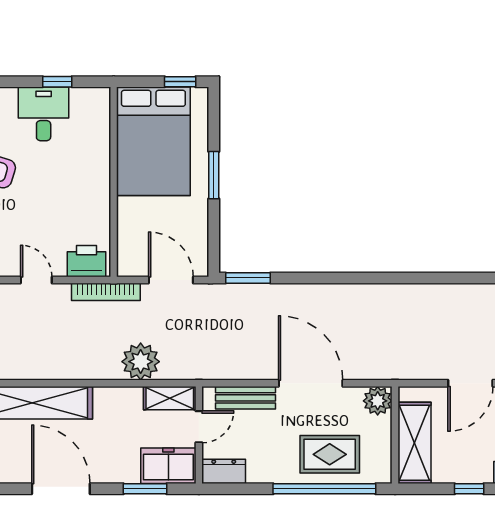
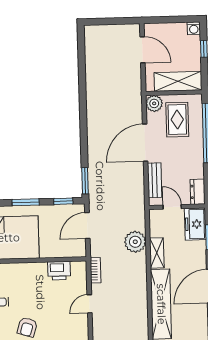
window: (214, 240) -> (63, 201), added
printer: (87, 261) -> (59, 271), moved, turned -90
bookcase: (106, 292) -> (95, 270), width x0.64
shelving: (170, 398) -> (157, 253), moved
rug: (330, 454) -> (177, 120), moved

